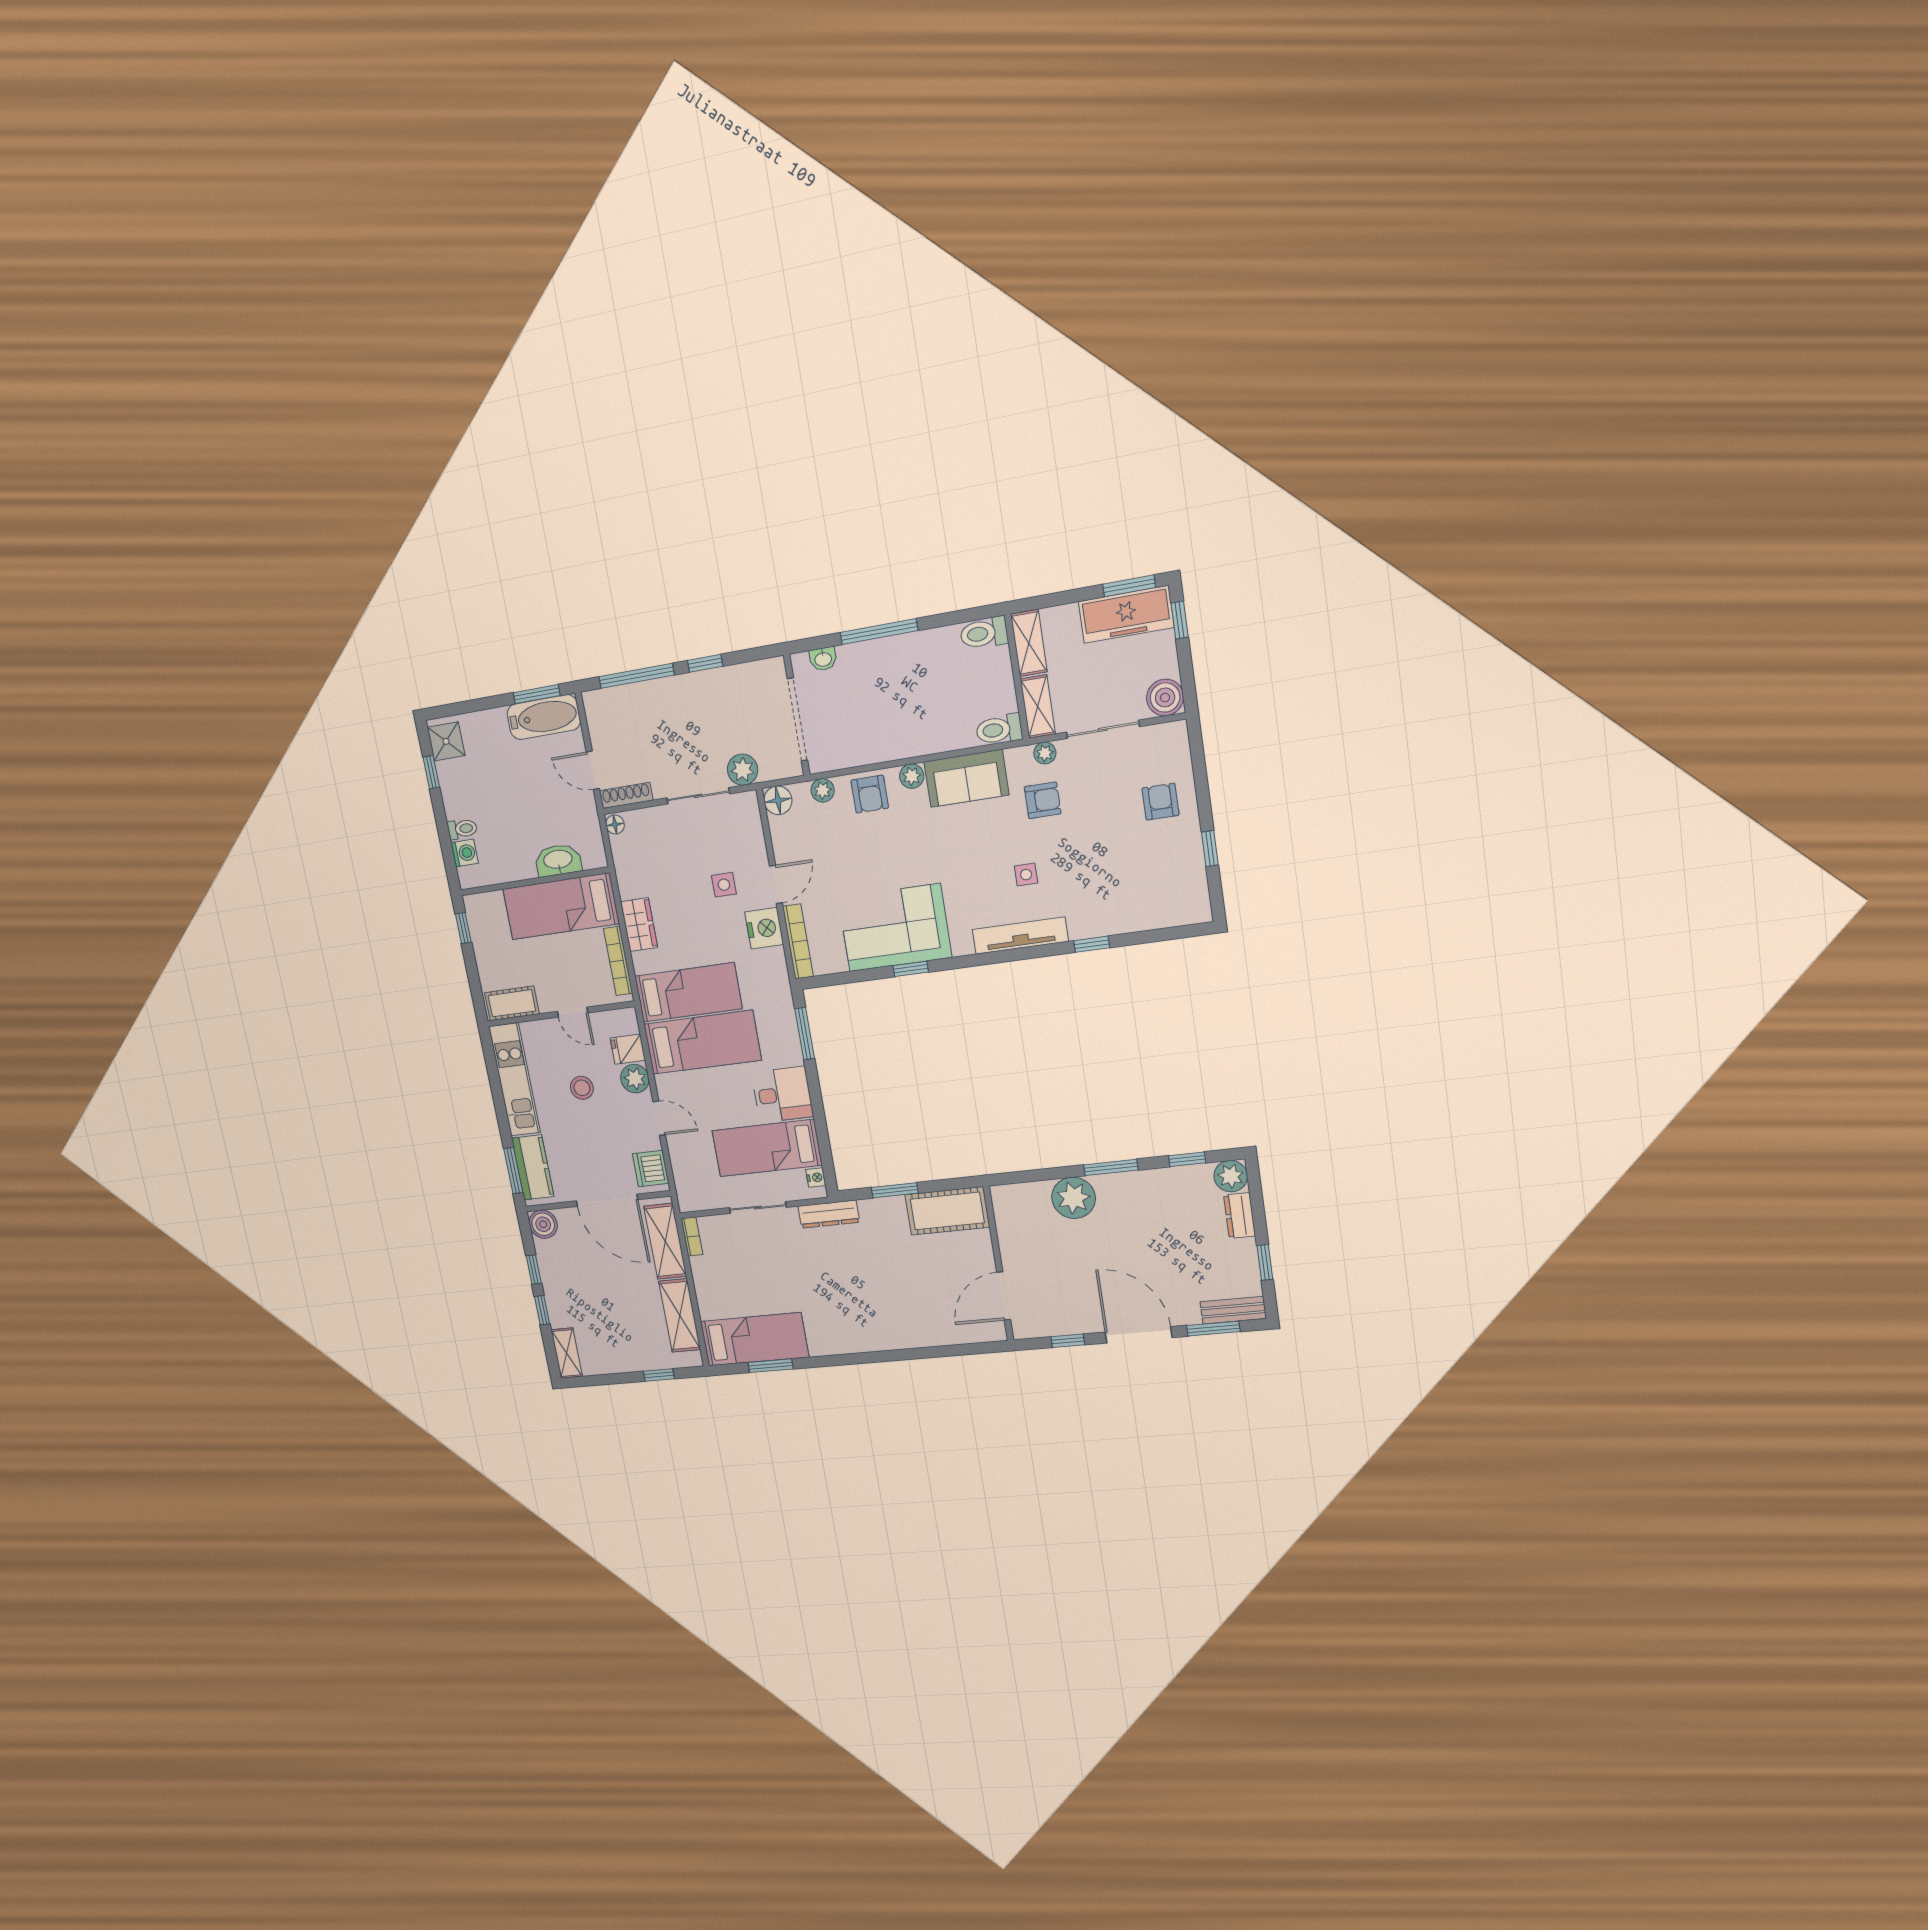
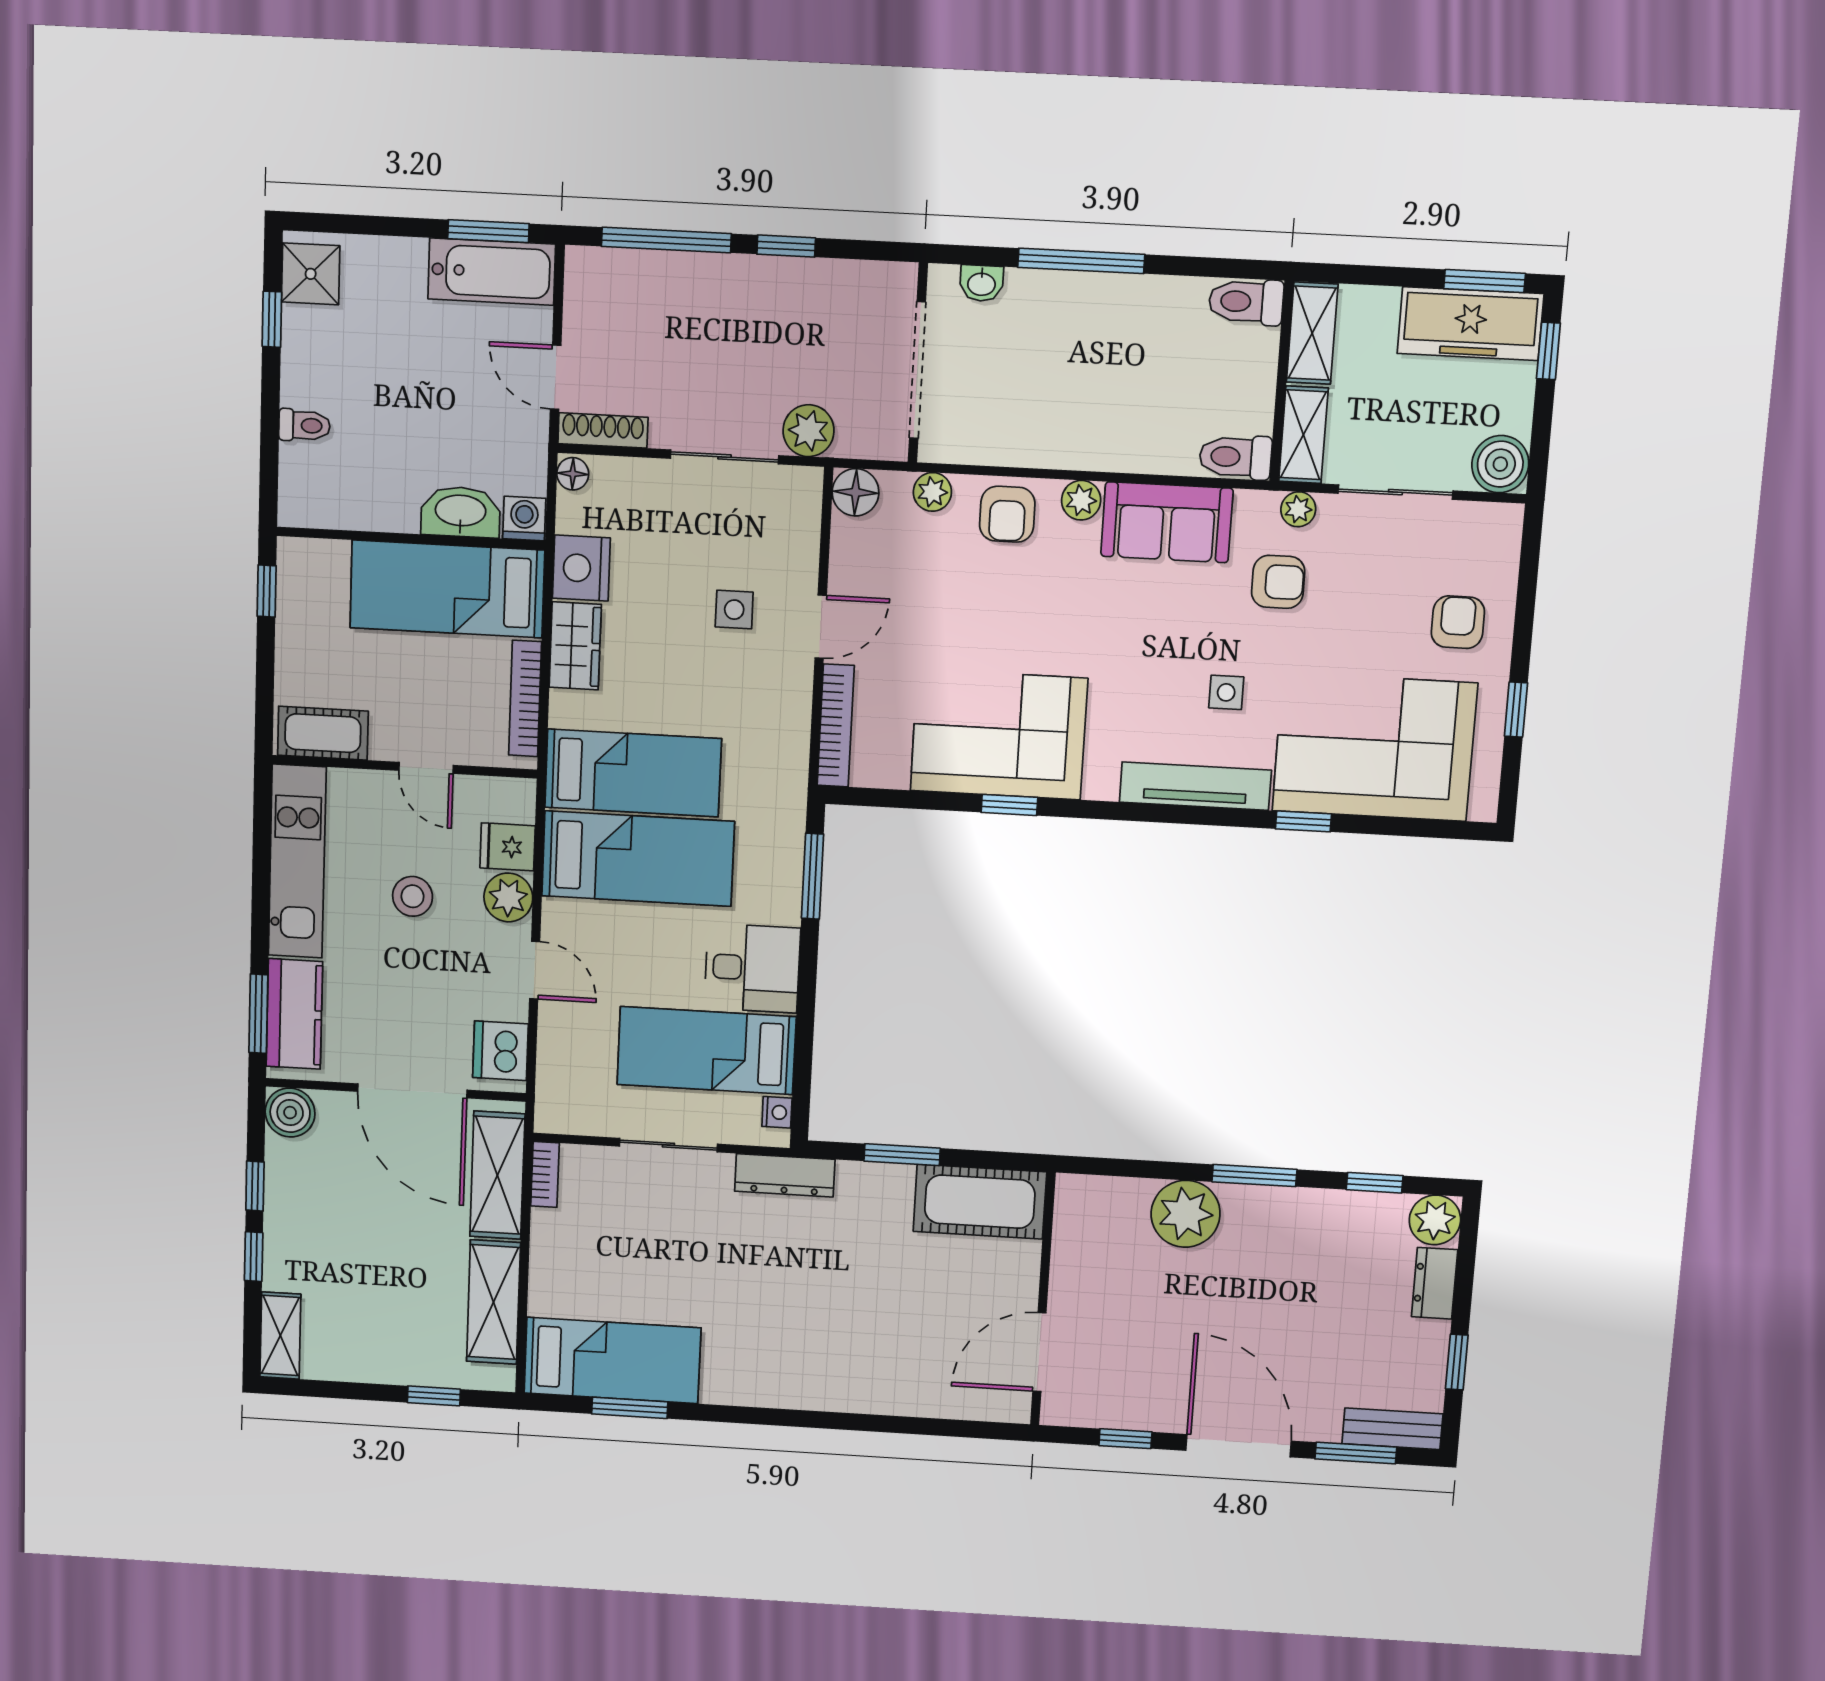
washing machine: (465, 853) -> (524, 519), moved, turned -90
corner sofa: (1126, 890) -> (1375, 747), added
nightstand: (764, 928) -> (581, 568), moved, turned 180

